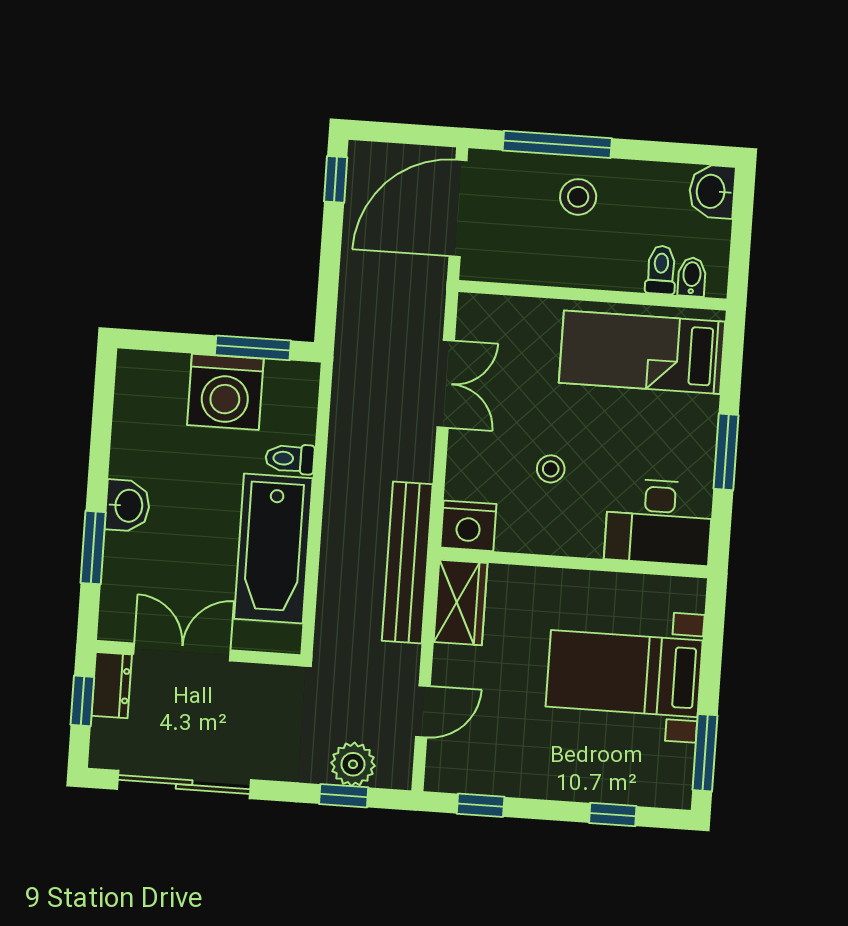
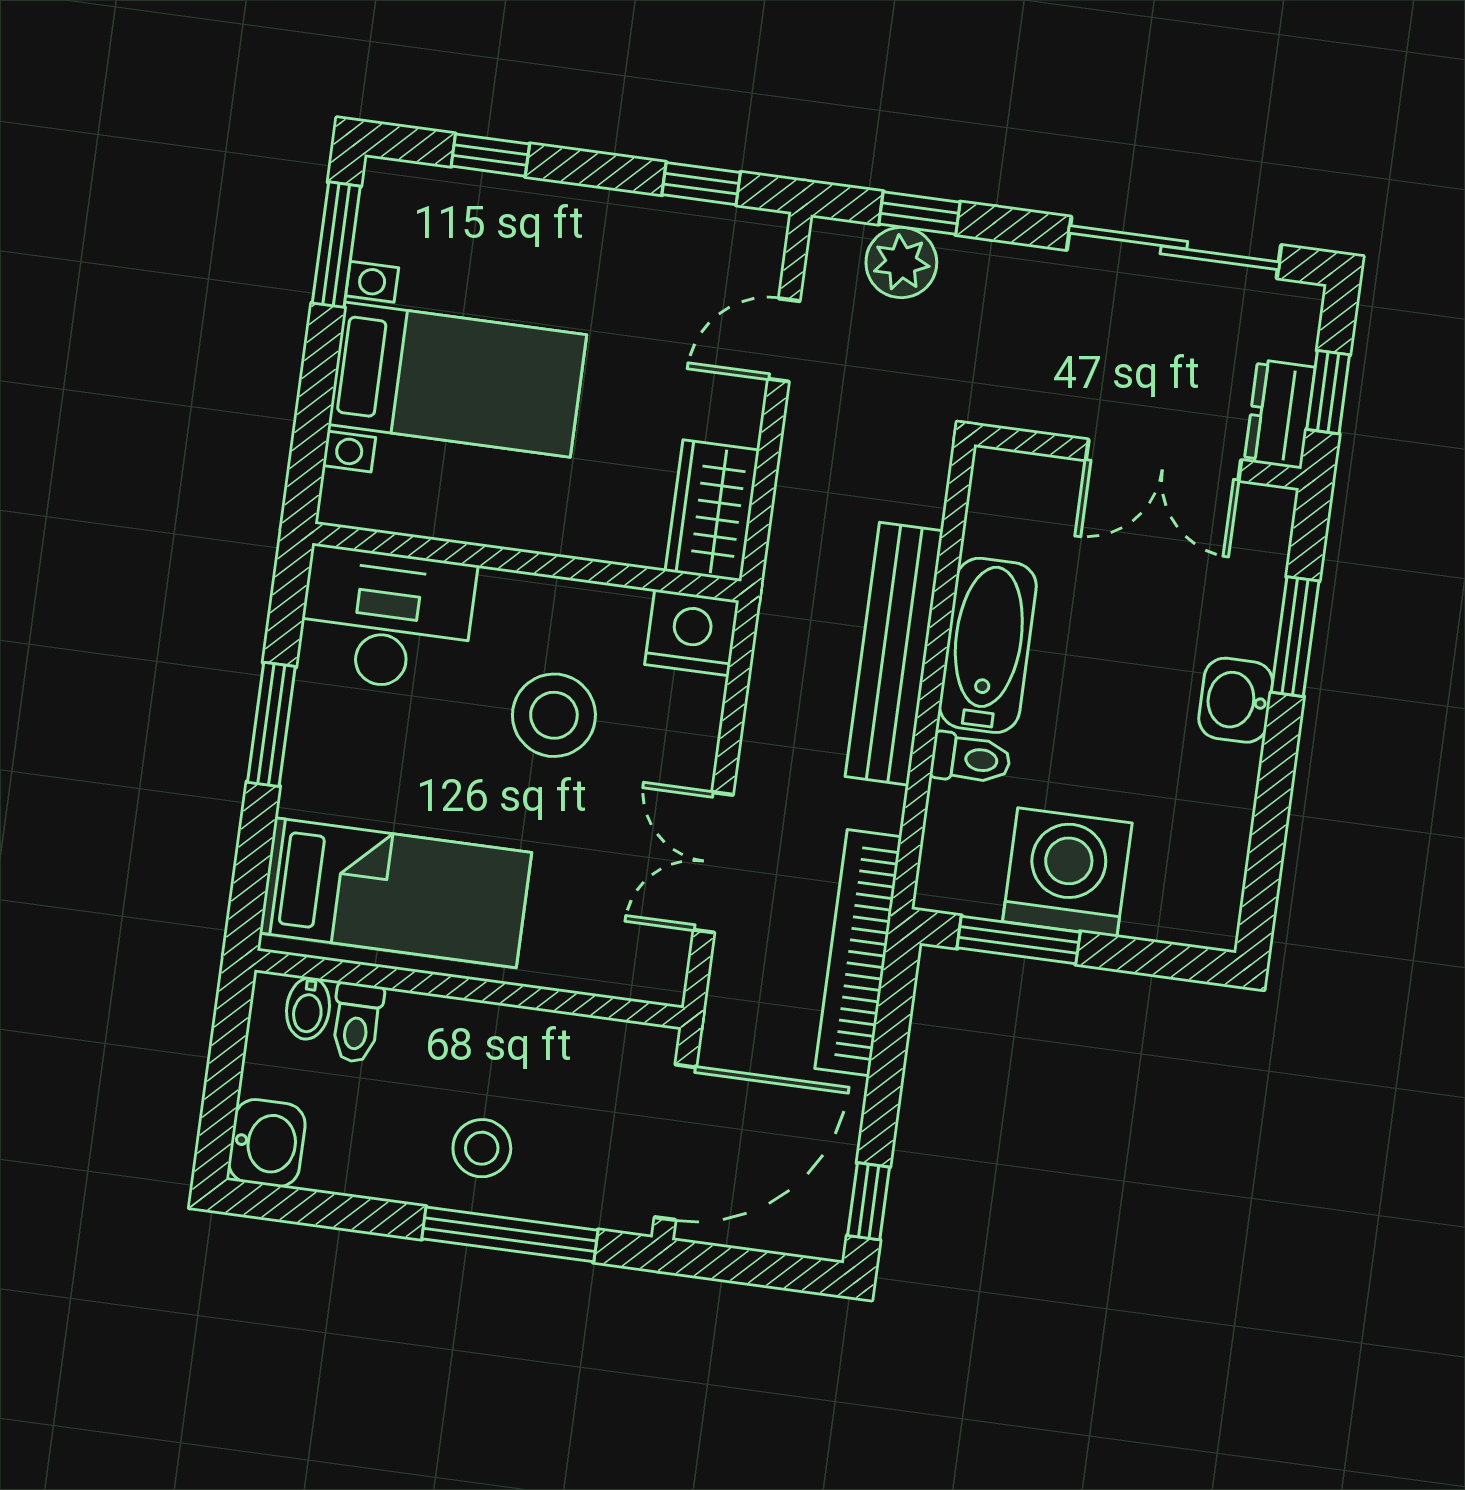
bookcase: (352, 334) -> (858, 953), added
stool: (551, 469) -> (554, 715), width x1.89, depth x1.89
bathtub: (273, 548) -> (988, 645), width x0.73, depth x0.73
bench: (407, 562) -> (894, 654), moved

